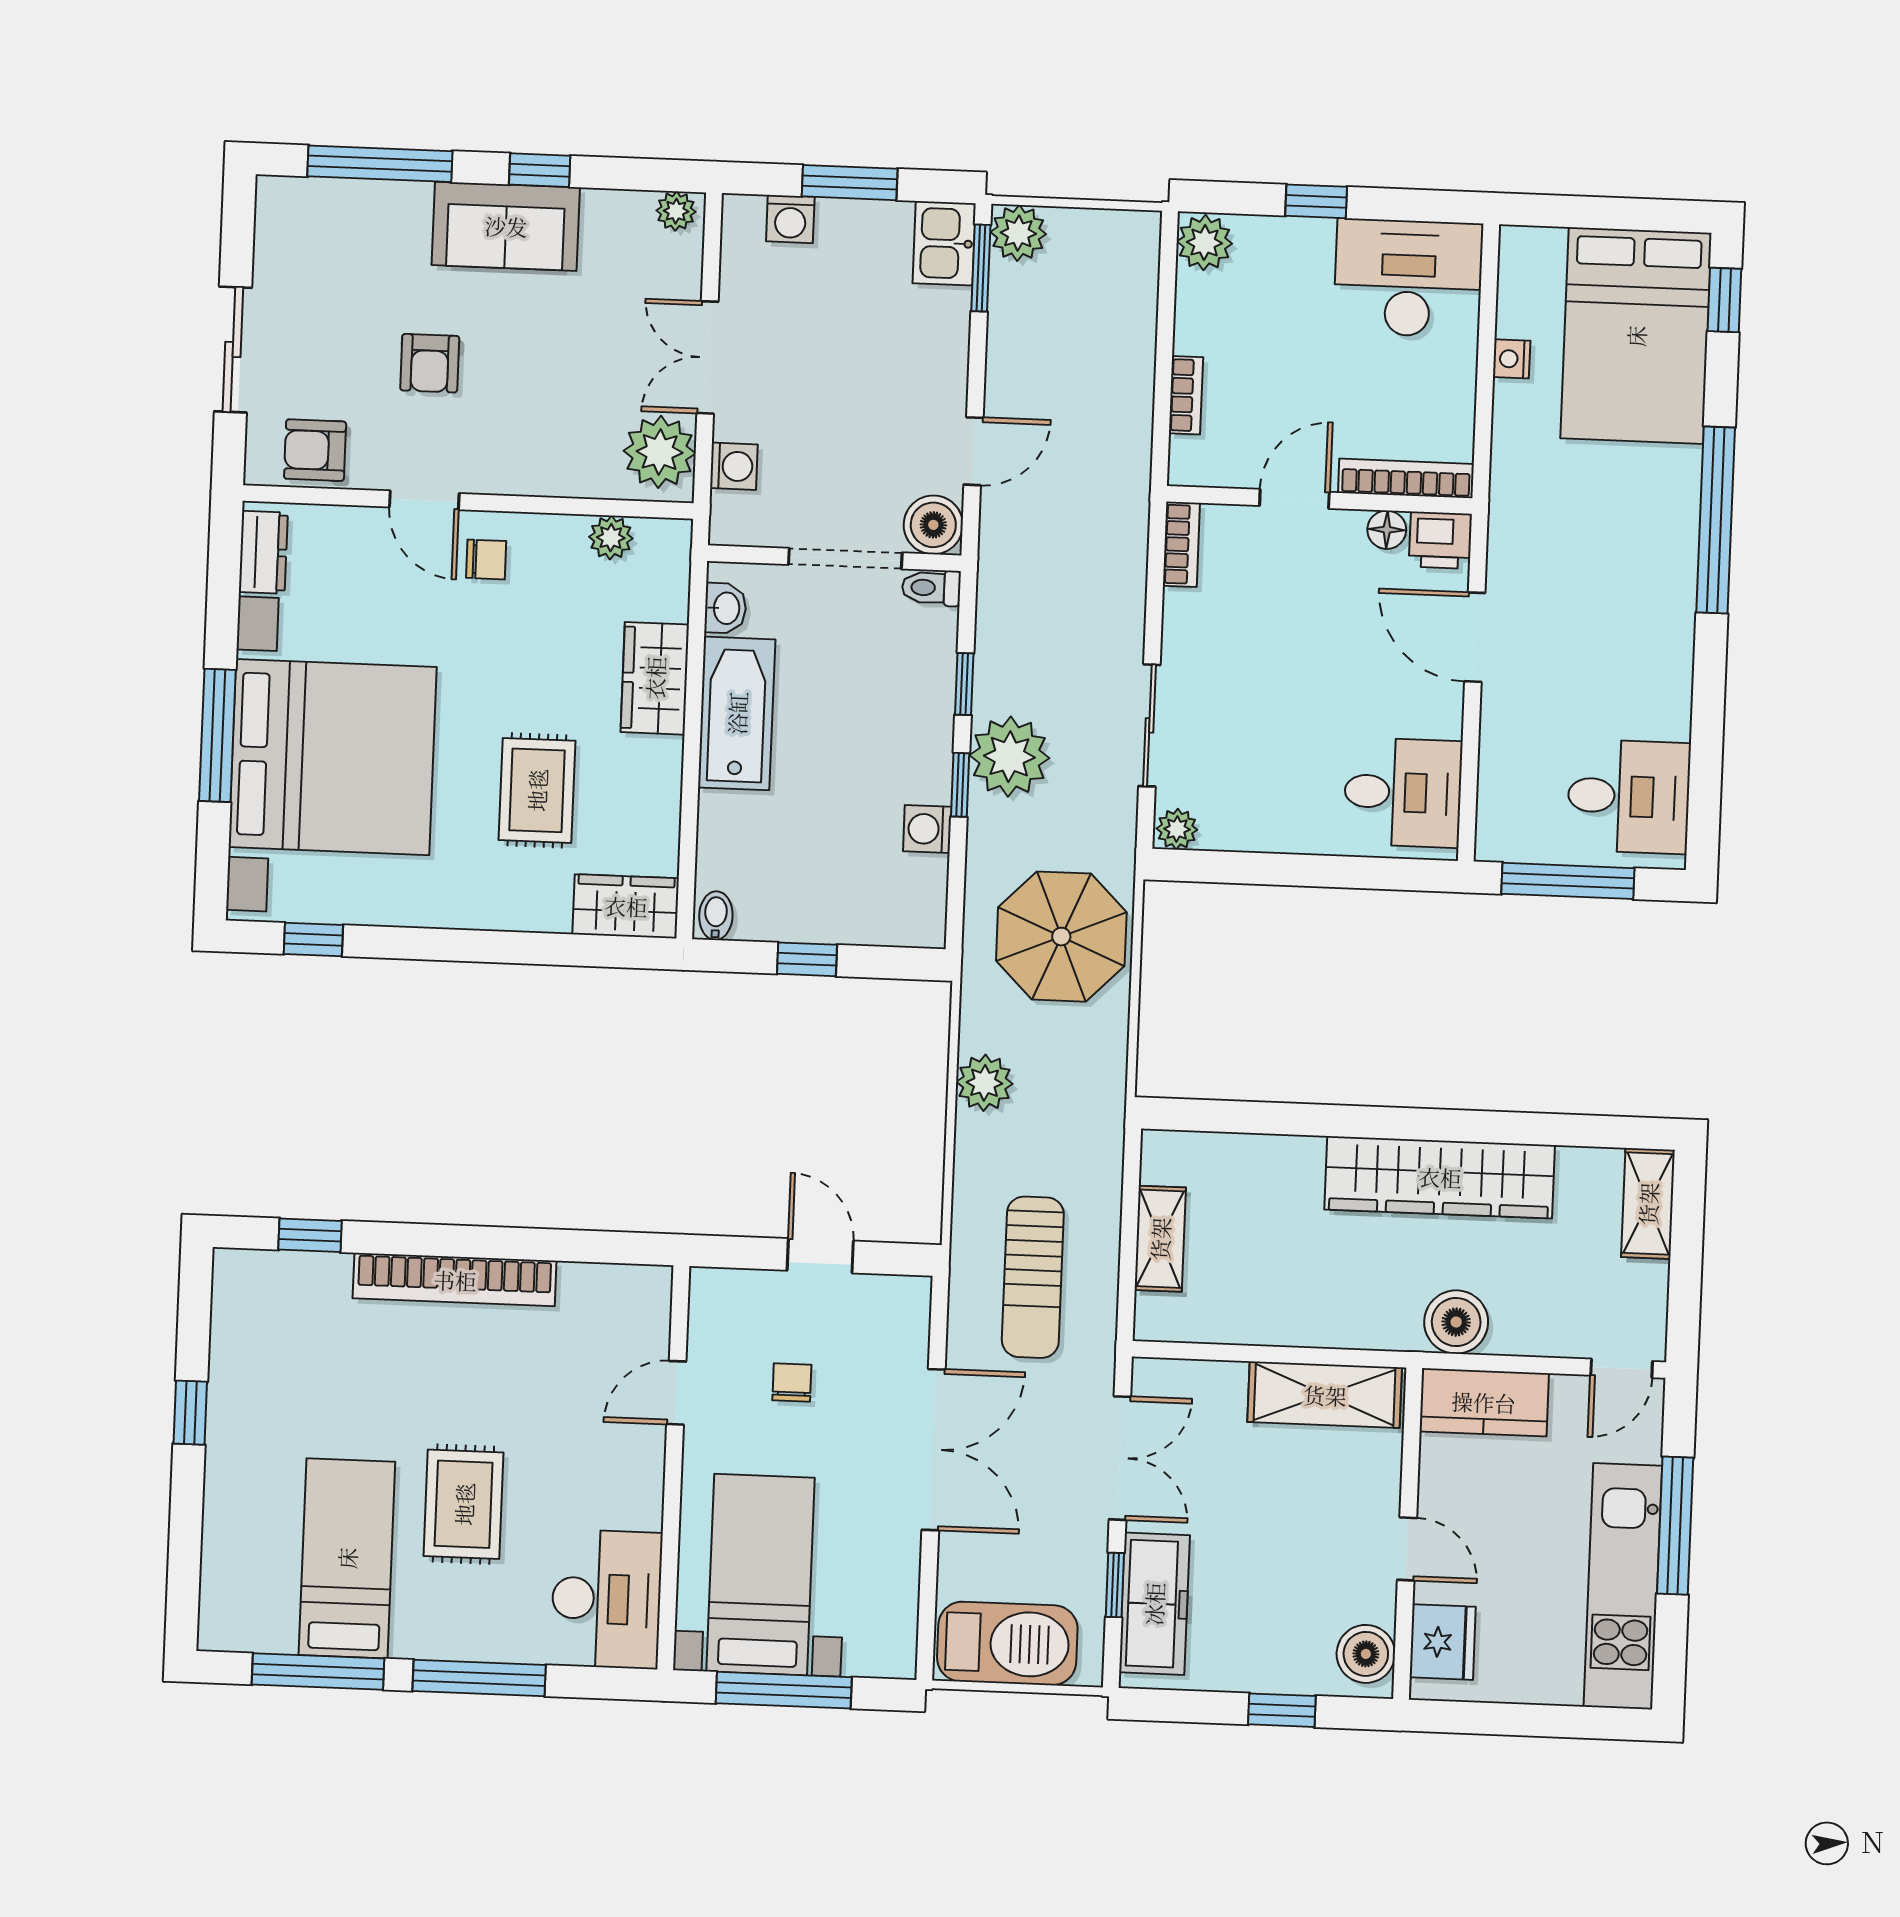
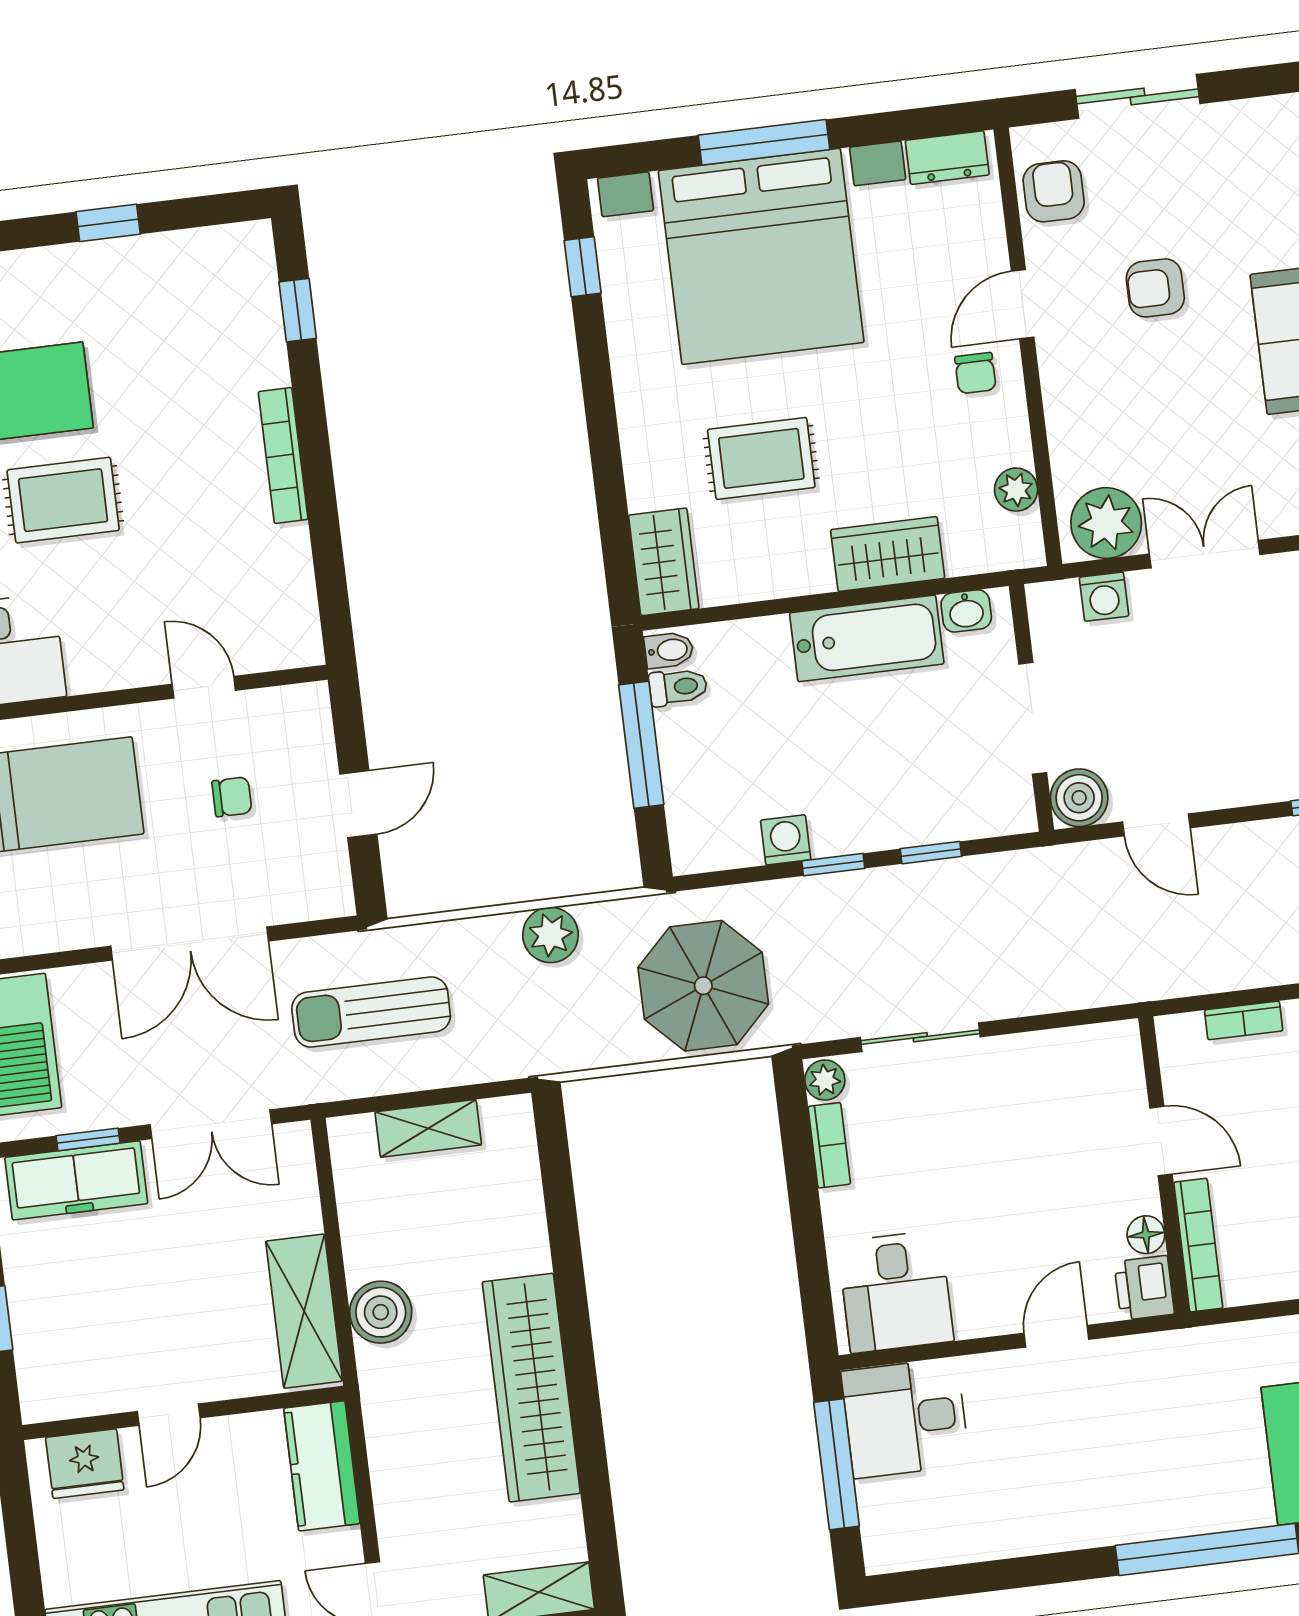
bookcase: (1181, 544) -> (829, 1145), moved, turned -90
toilet: (931, 588) -> (678, 687), moved, turned 90
door: (1475, 637) -> (1056, 1336), width x0.73
plant: (1009, 757) -> (868, 907), removed
desk: (1629, 796) -> (905, 1418), moved, turned 90
window: (807, 959) -> (641, 745), width x2.17
bookcase: (455, 1280) -> (283, 455), width x0.68, depth x0.76
boiler: (1456, 1322) -> (381, 1312), moved
boiler: (1366, 1654) -> (61, 1392), removed

